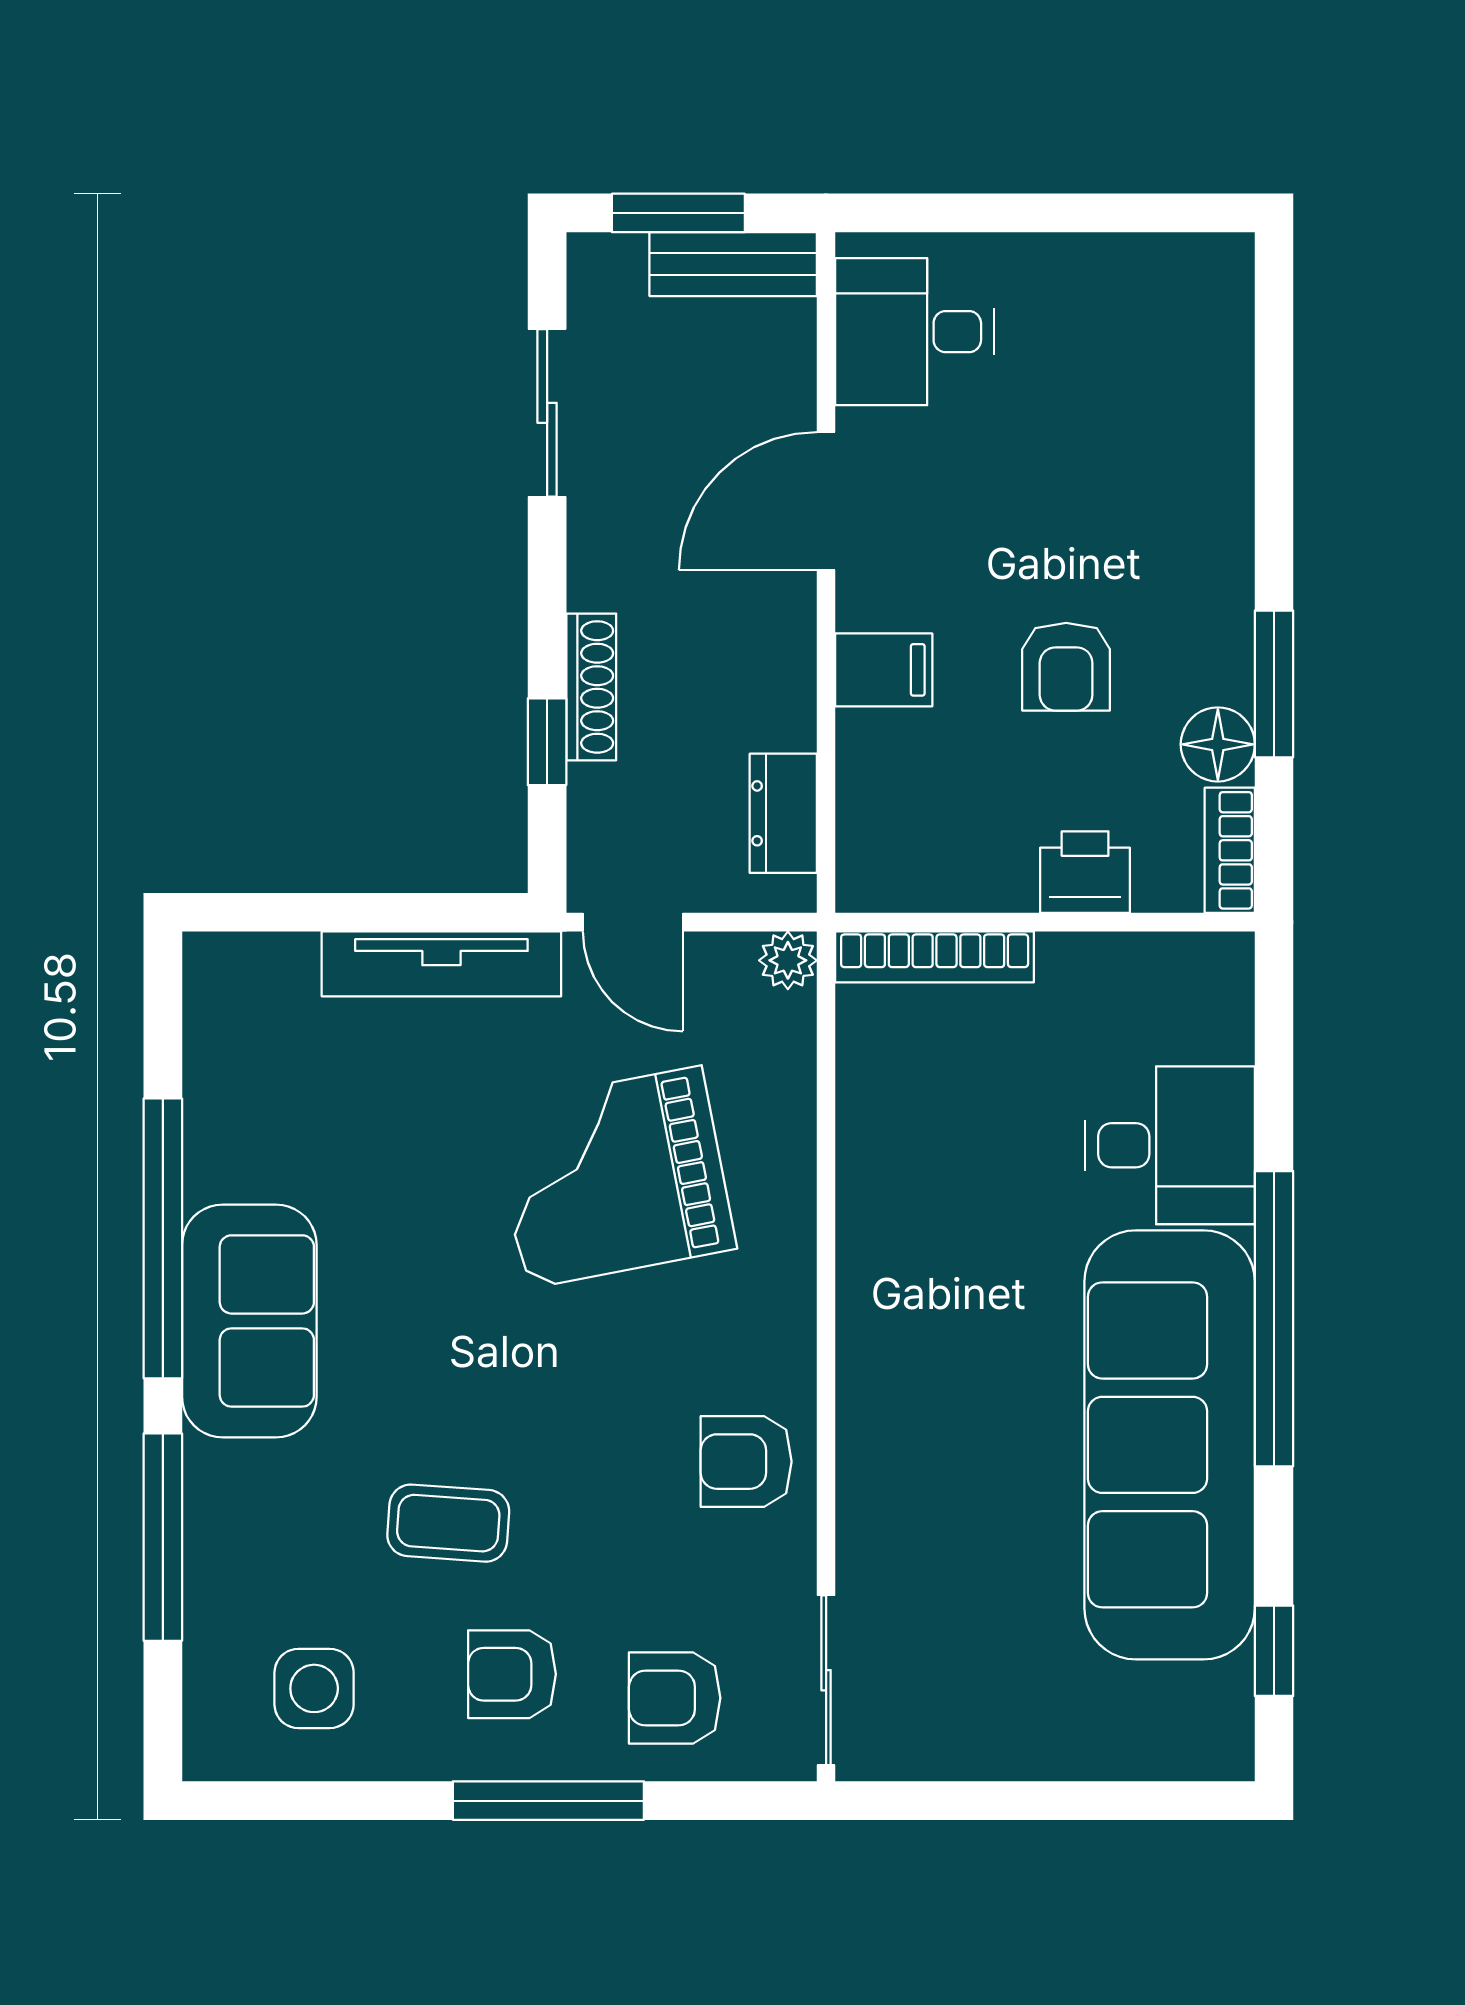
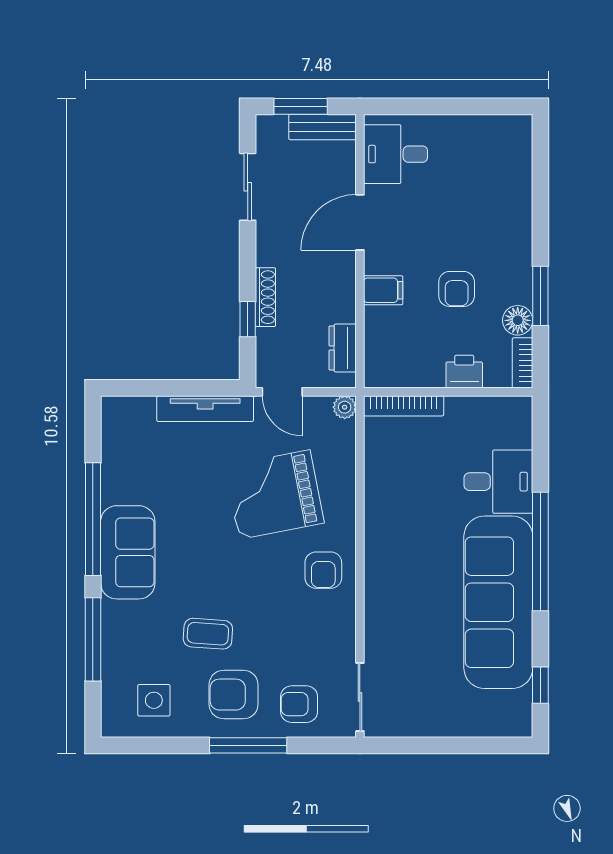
armchair: (746, 1462) -> (323, 570), moved, turned -90
armchair: (512, 1674) -> (234, 695), width x1.38, depth x1.38

